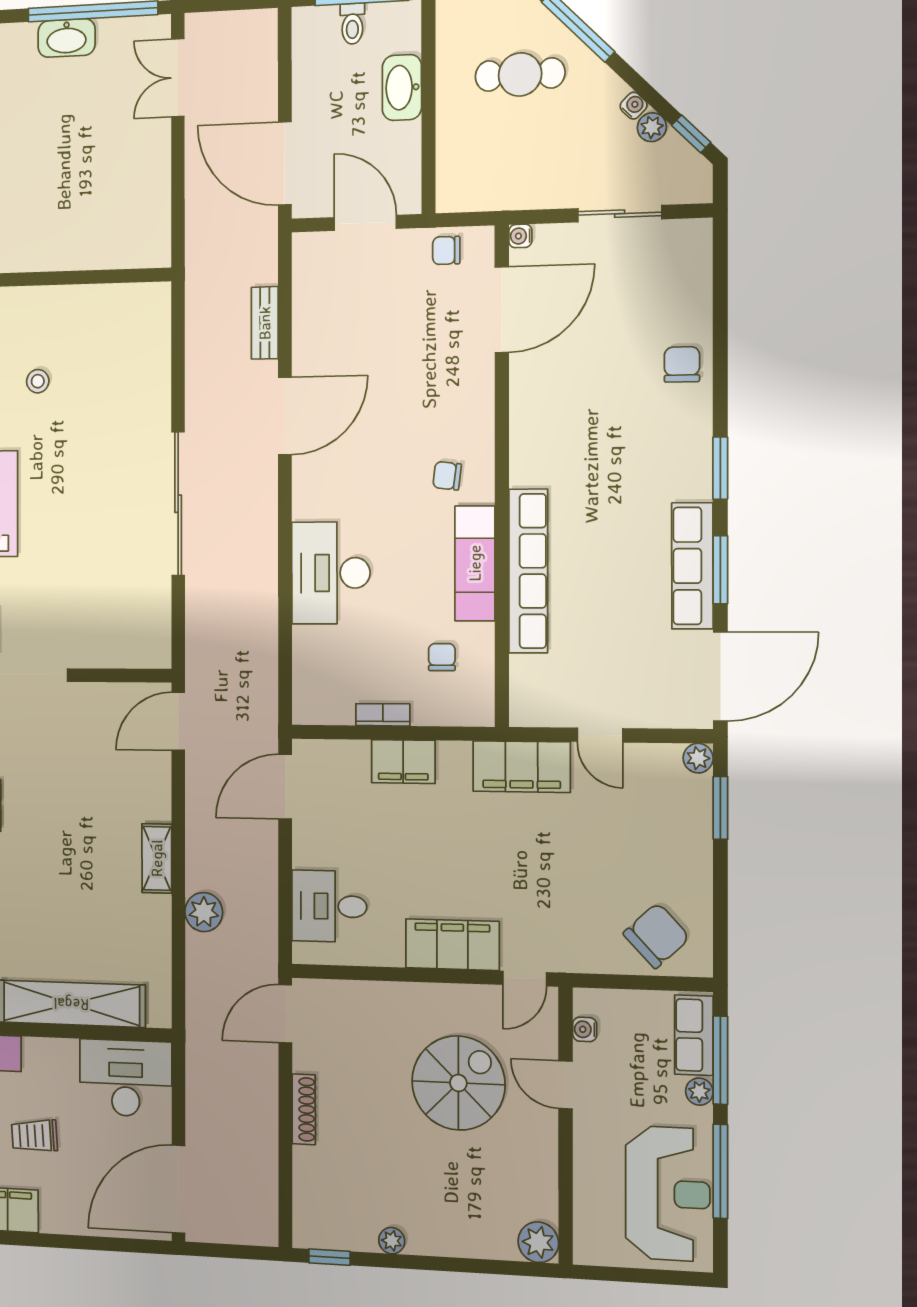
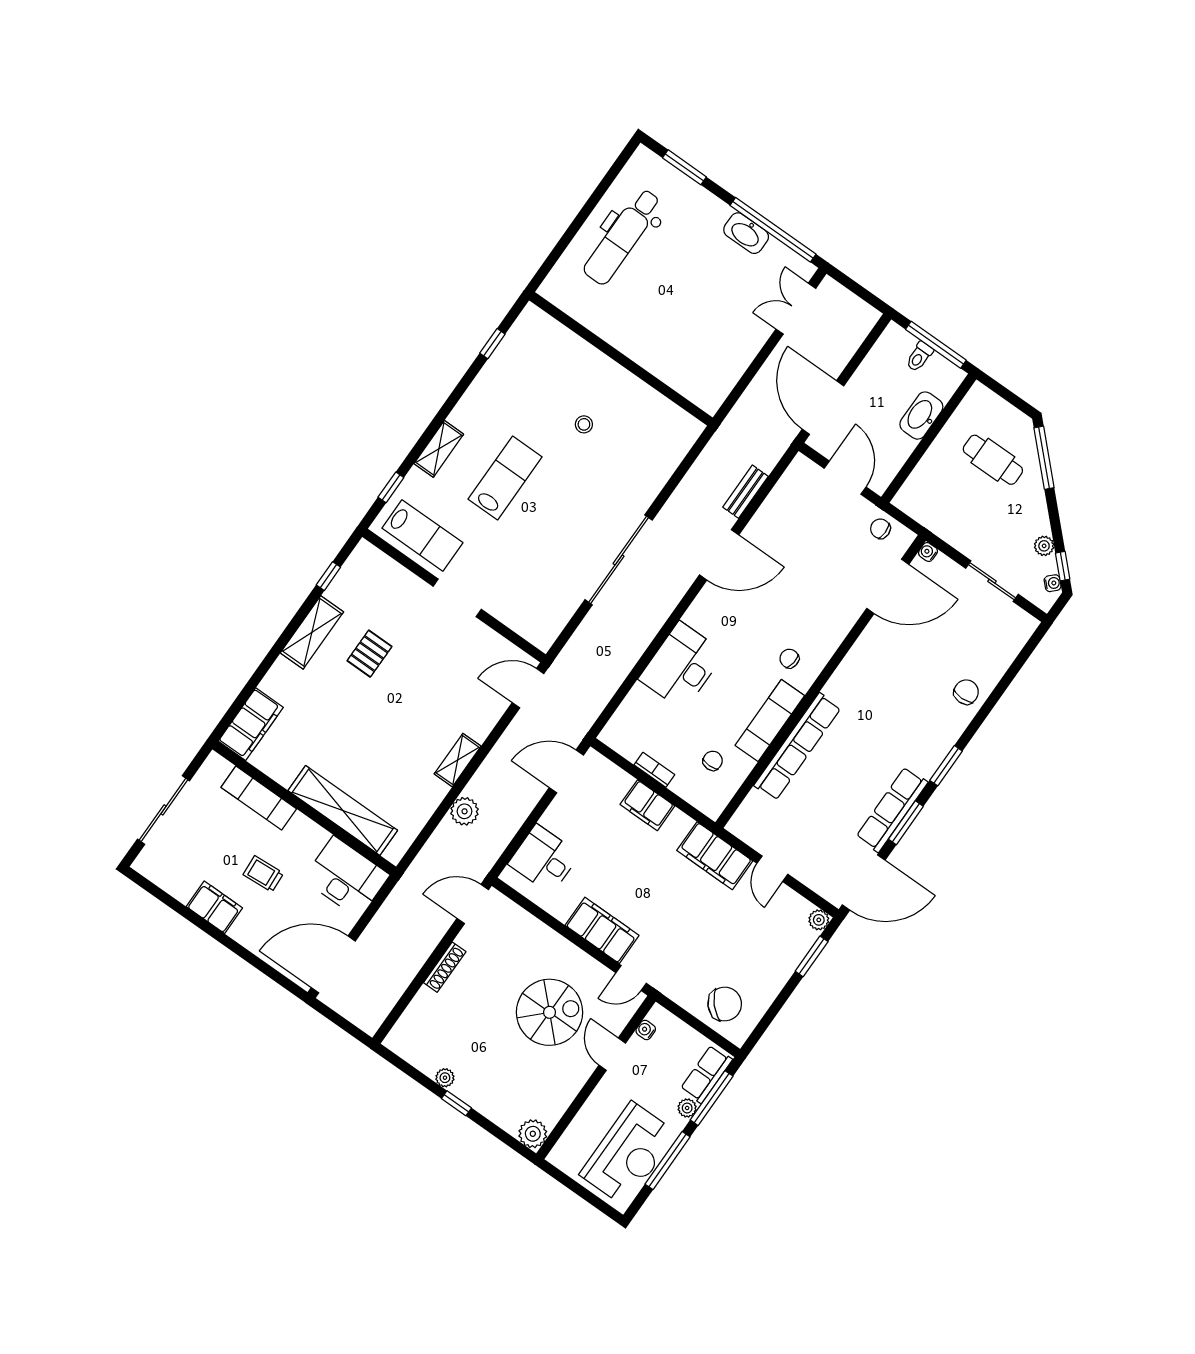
water cooler: (634, 106) -> (1053, 583), moved
window: (329, 1257) -> (456, 1103), moved

